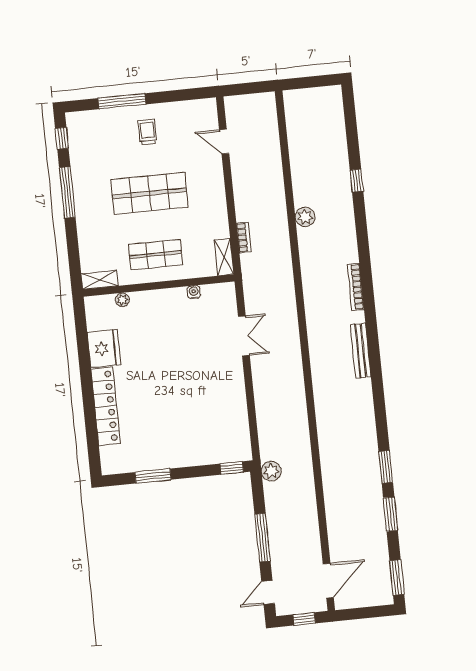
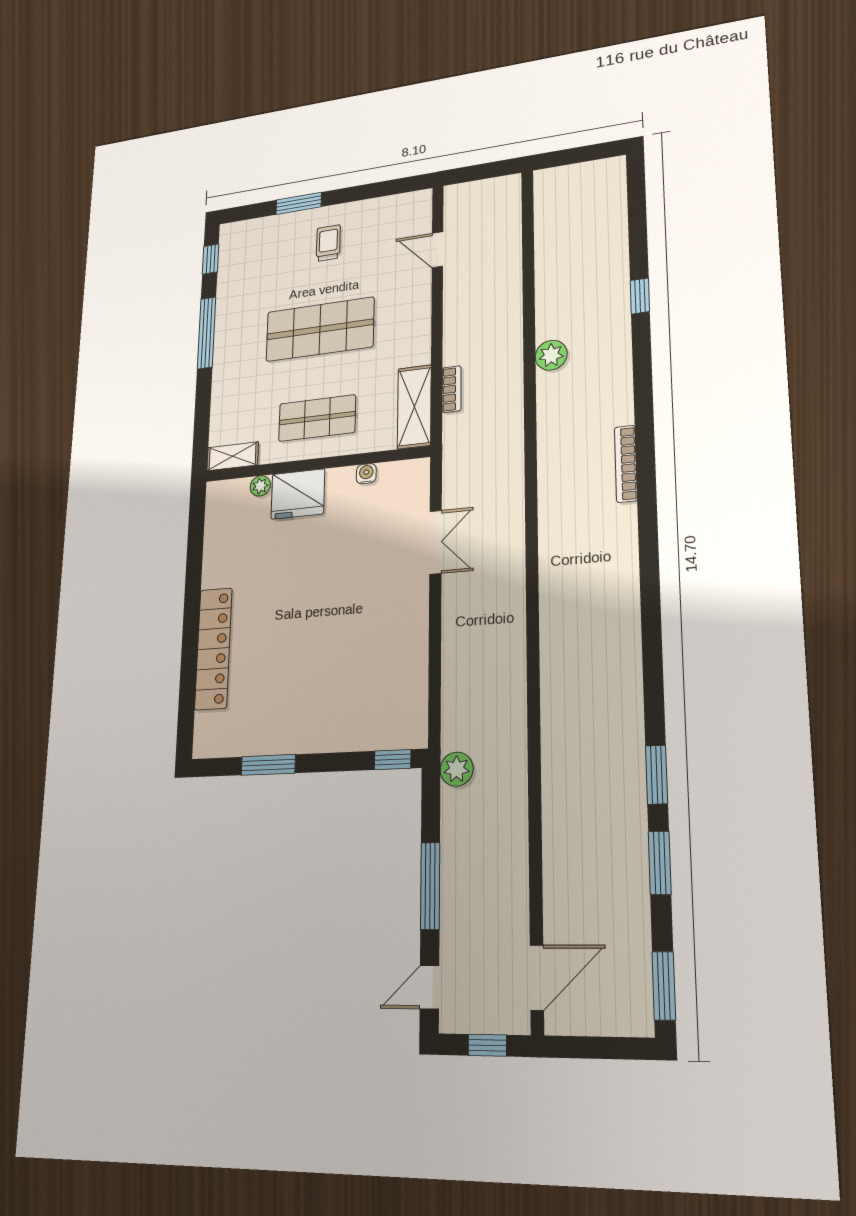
window: (122, 101) -> (299, 203), width x0.69
shelving: (224, 257) -> (414, 407), width x1.50, depth x1.33
fridge: (104, 349) -> (298, 494), moved, turned 90
bench: (361, 351) -> (626, 569), removed

